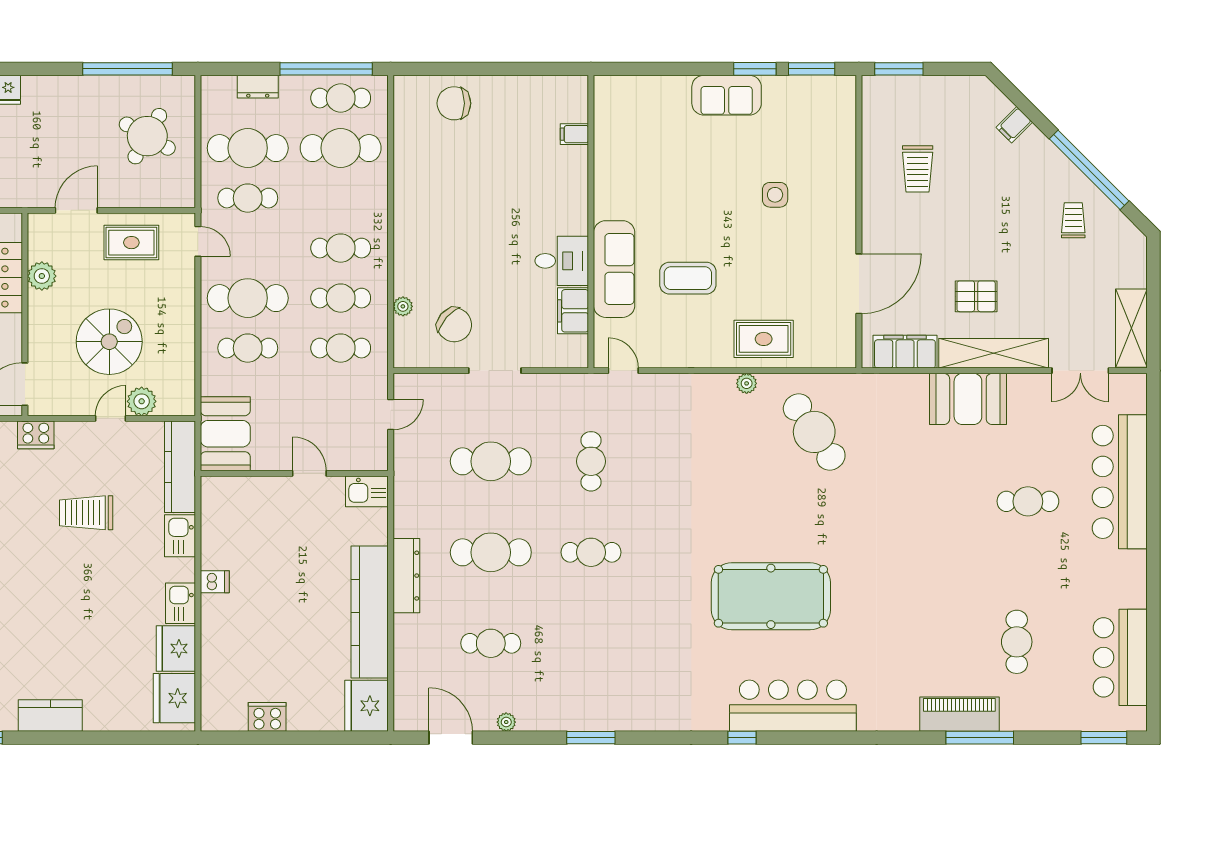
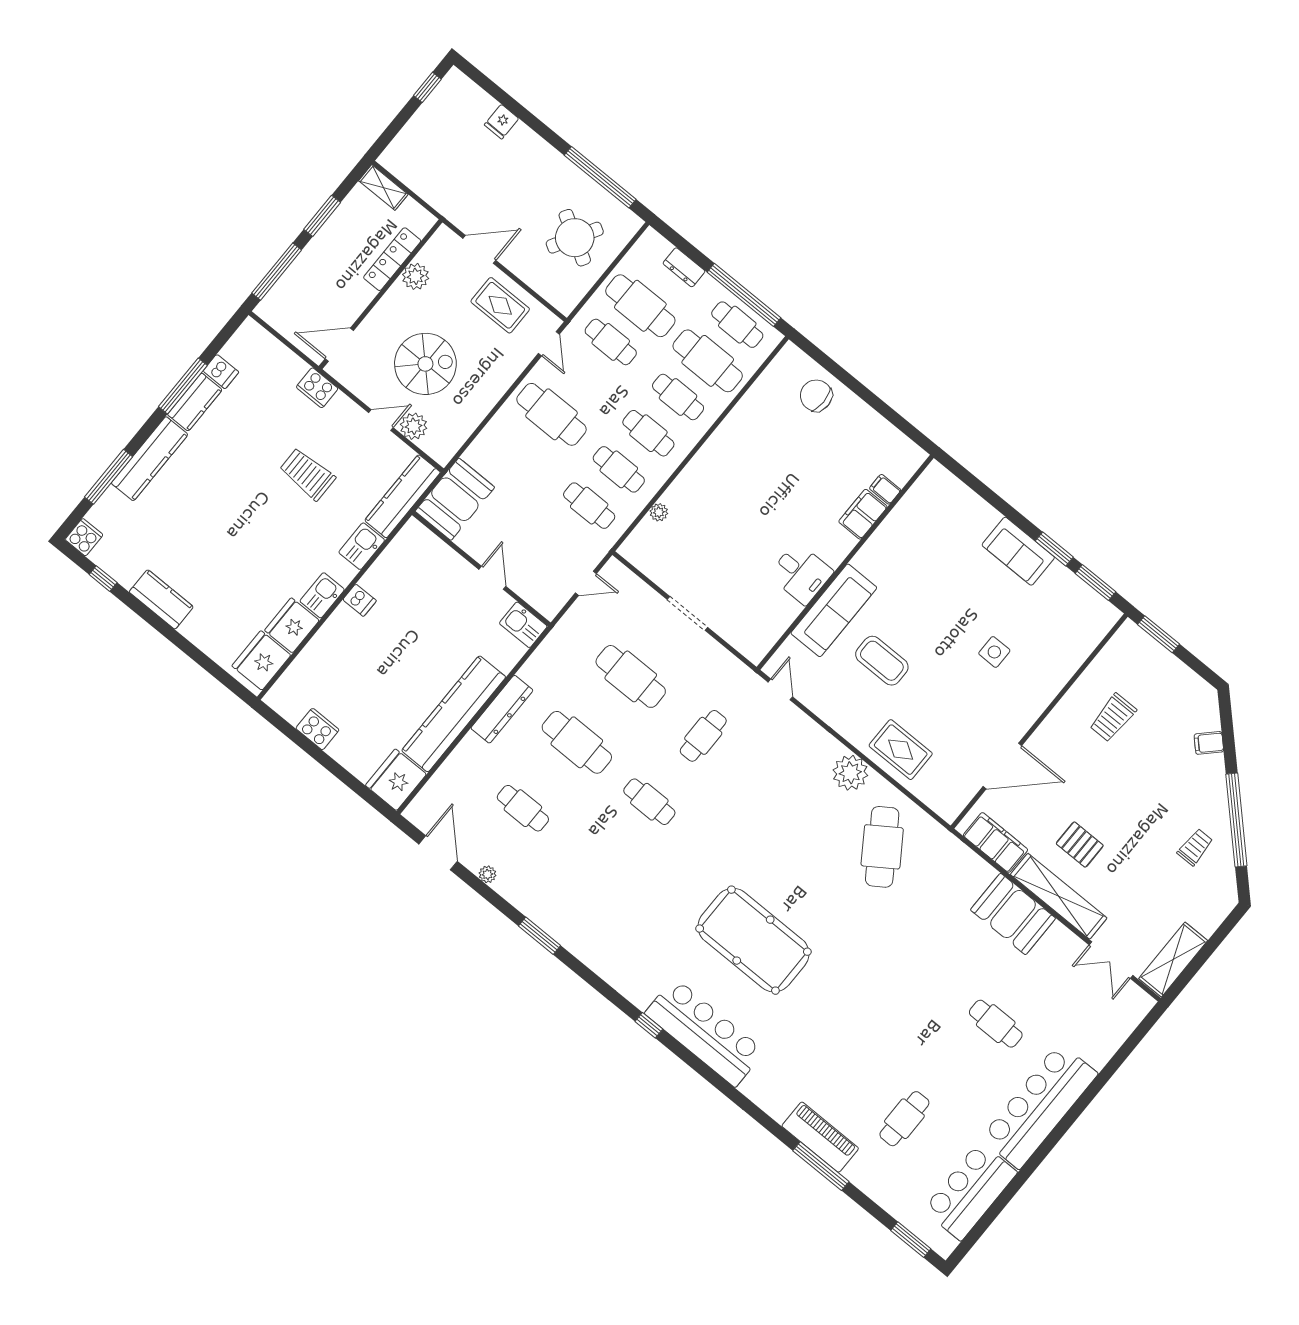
filing cabinet: (573, 311) -> (863, 514), moved
chair: (454, 325) -> (685, 556), removed
cafe table: (248, 348) -> (678, 397), moved
plant: (747, 383) -> (850, 773), width x1.87, depth x1.87
bar counter: (1120, 482) -> (1039, 1106), moved

